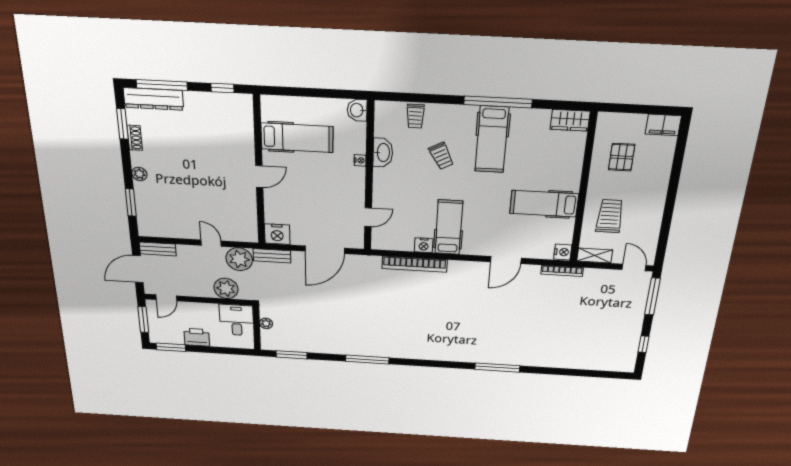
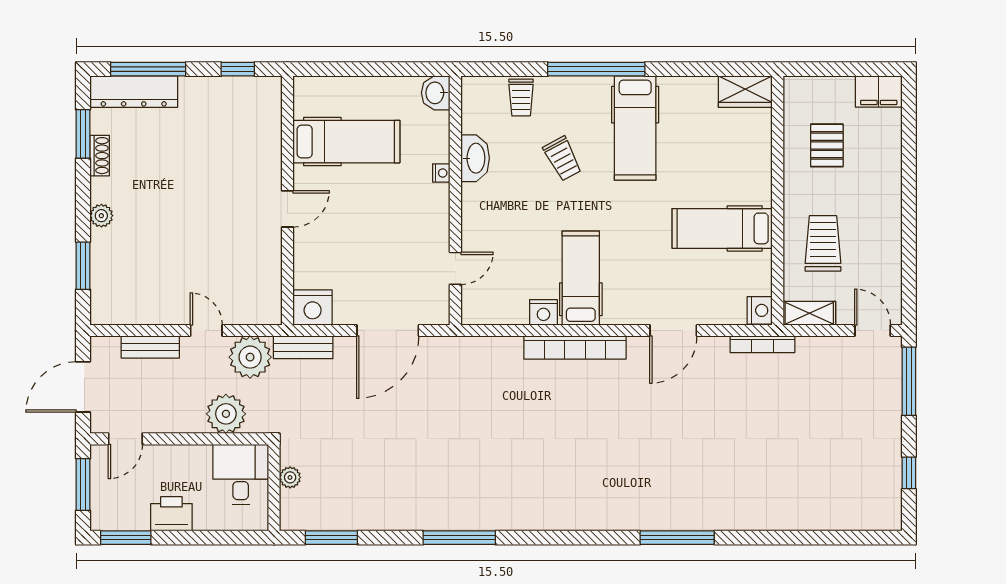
window: (498, 102) -> (596, 69), moved
bench: (158, 249) -> (150, 347), moved
bookcase: (415, 264) -> (575, 348), moved

